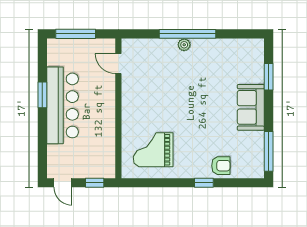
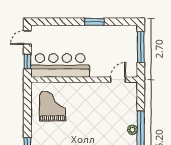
bar counter: (63, 105) -> (60, 65), moved, turned 180

